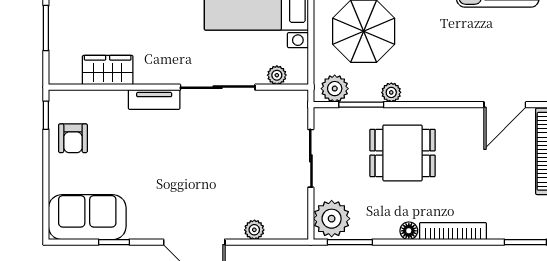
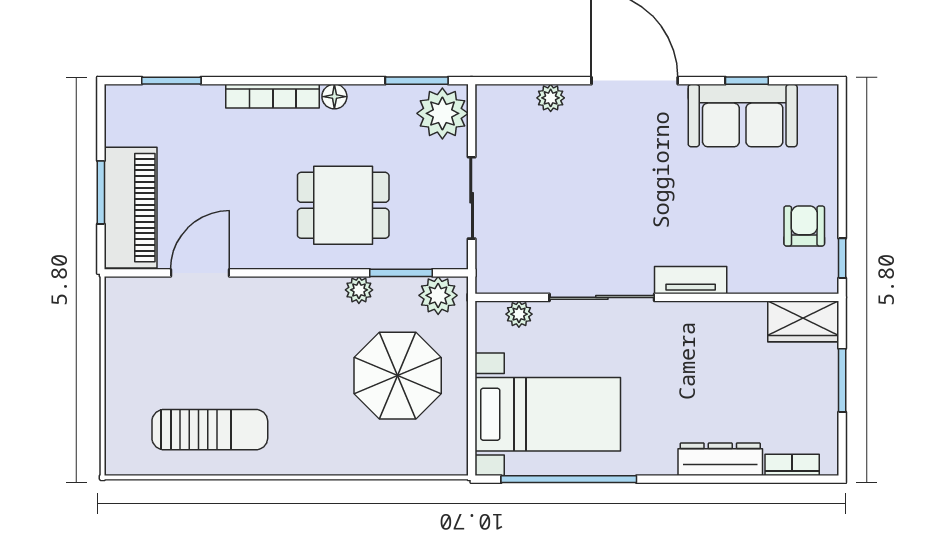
wardrobe: (108, 70) -> (803, 321), moved
sofa: (87, 217) -> (743, 116), moved

